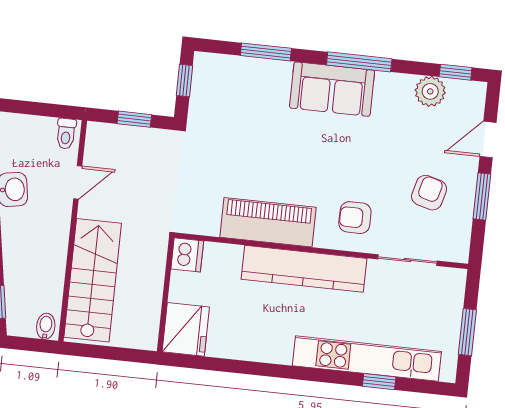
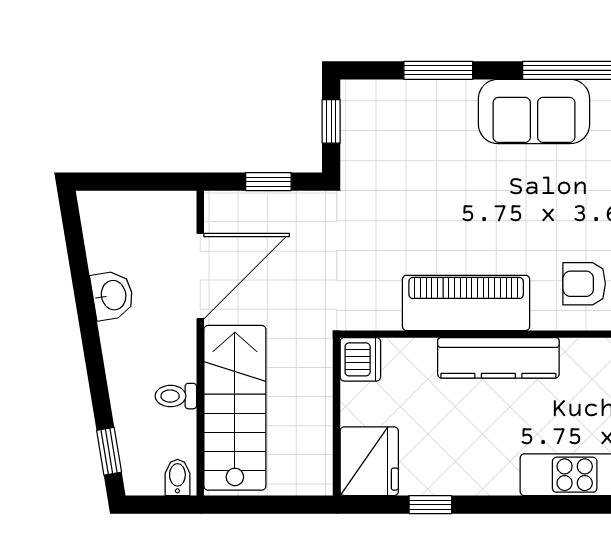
toilet: (66, 134) -> (176, 396), moved, turned 90
door: (78, 182) -> (200, 276), width x1.87
kitchen counter: (304, 269) -> (498, 358), width x0.72, depth x0.86
window: (227, 365) -> (430, 505), added

